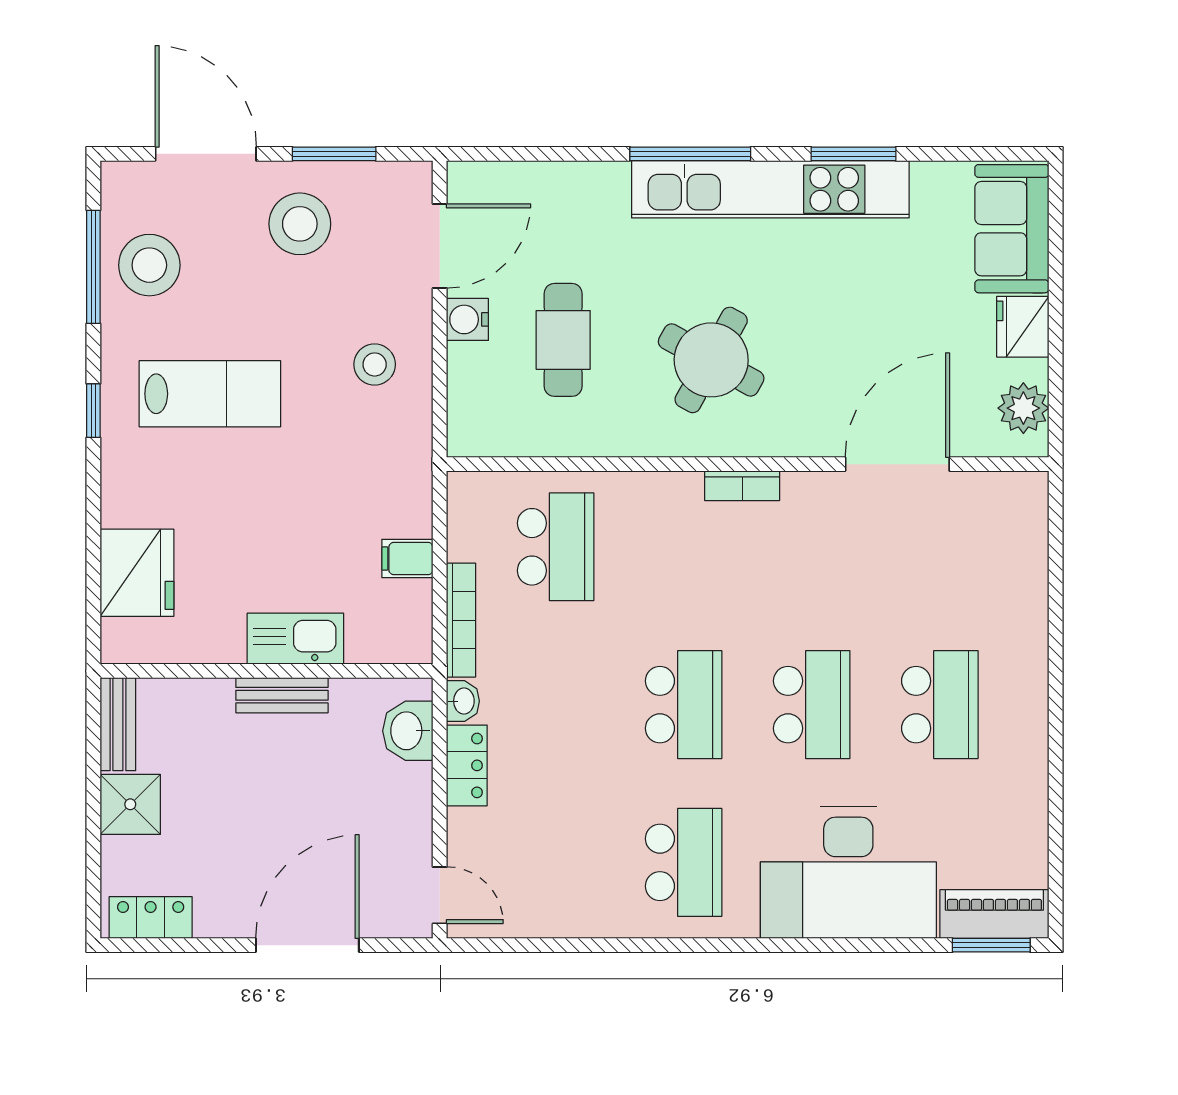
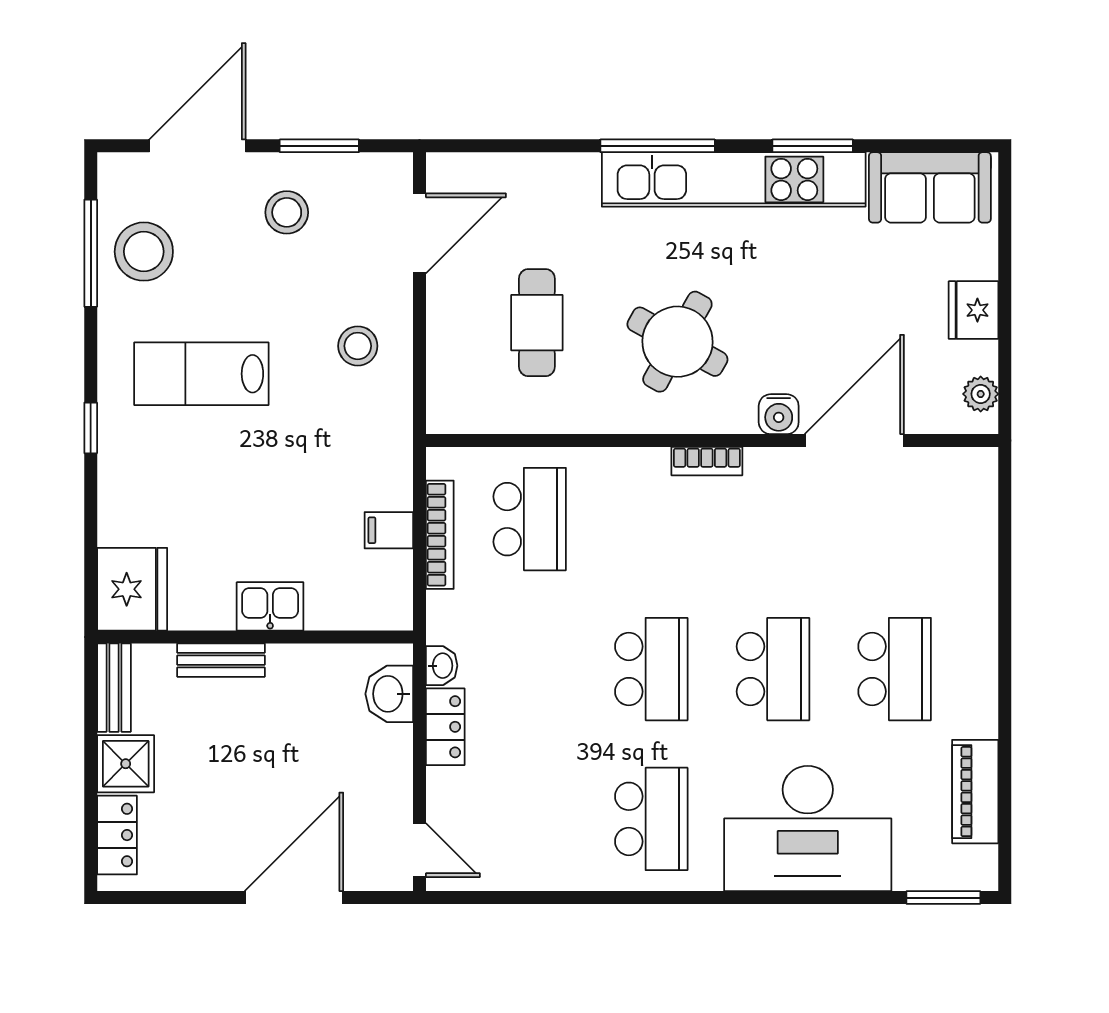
door: (206, 154) -> (197, 146), hinge flipped
stool: (300, 224) -> (287, 212), width x0.73, depth x0.73
sofa: (1012, 229) -> (930, 187), moved, turned -90
water cooler: (467, 319) -> (779, 414), moved, turned -90
lab bench: (210, 394) -> (201, 374), turned 180
plant: (1023, 408) -> (981, 394), width x0.73, depth x0.73
window: (93, 411) -> (91, 428), moved
fridge: (137, 573) -> (132, 589), moved
bookcase: (461, 620) -> (440, 535), moved
kitchen sink: (295, 639) -> (270, 606), width x0.73
bench: (282, 695) -> (221, 660), moved
piano: (994, 914) -> (975, 792), moved, turned -90
locker: (151, 917) -> (117, 835), moved, turned 90

